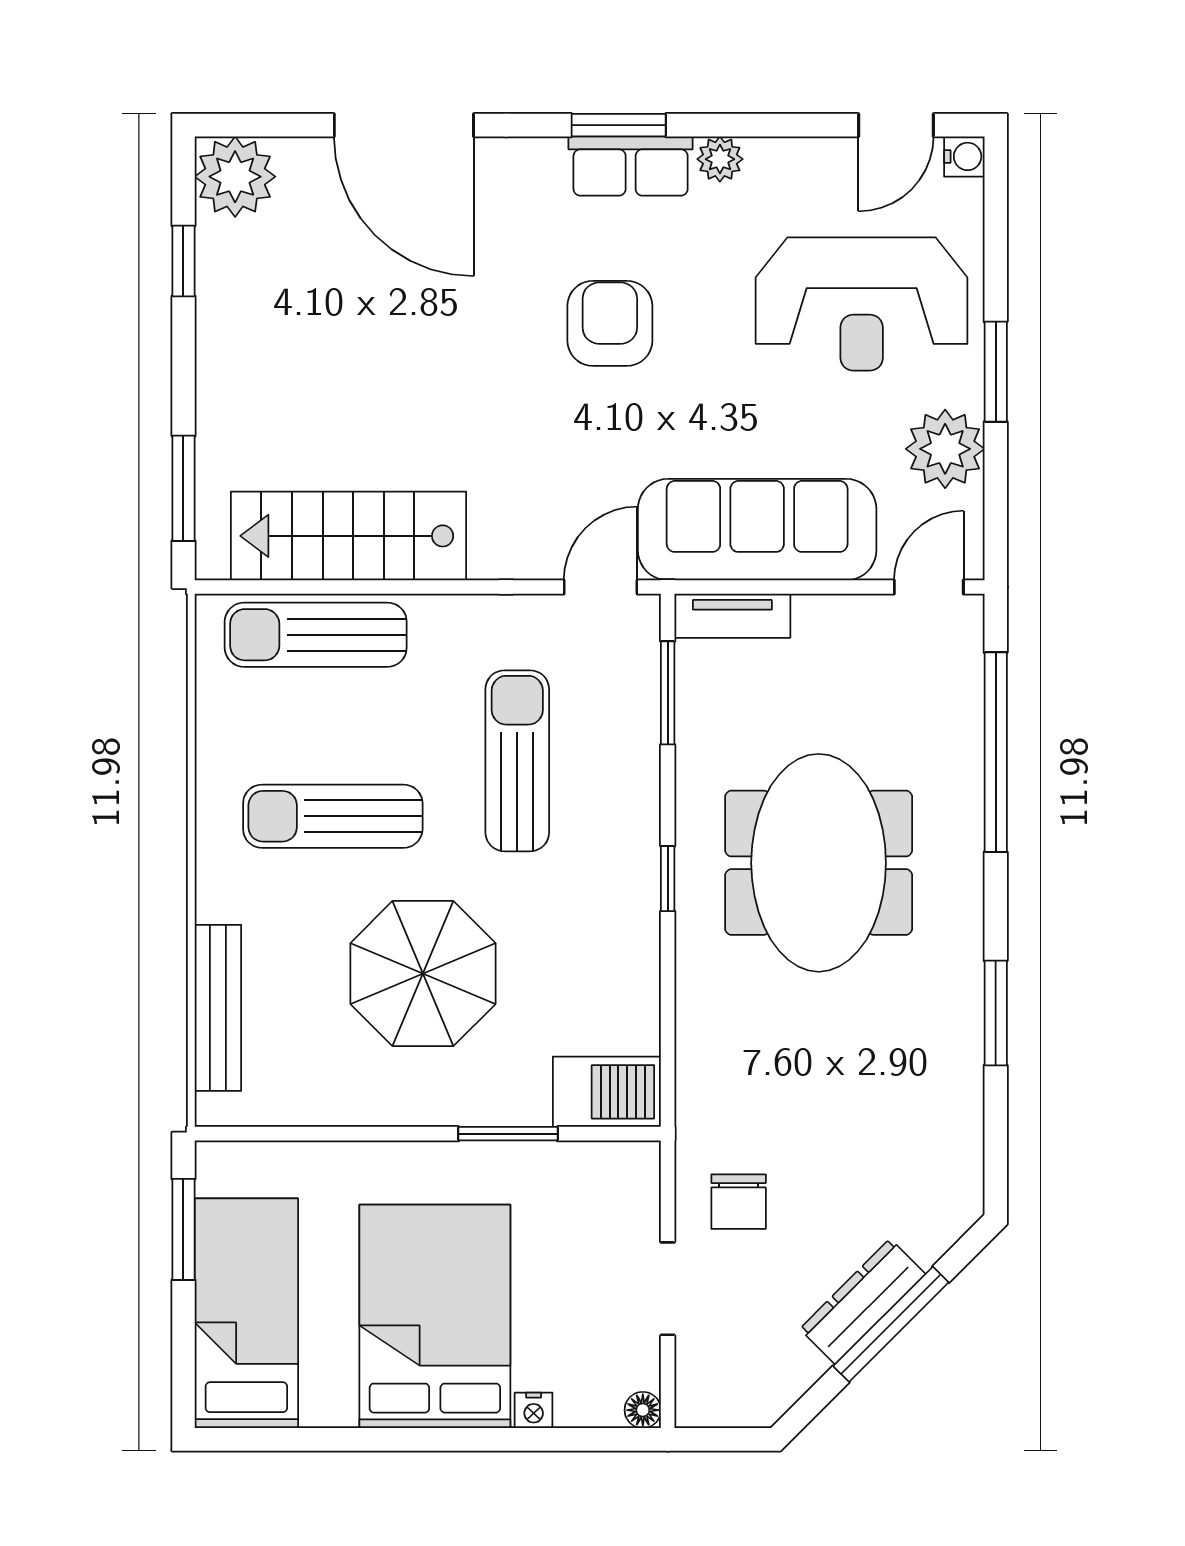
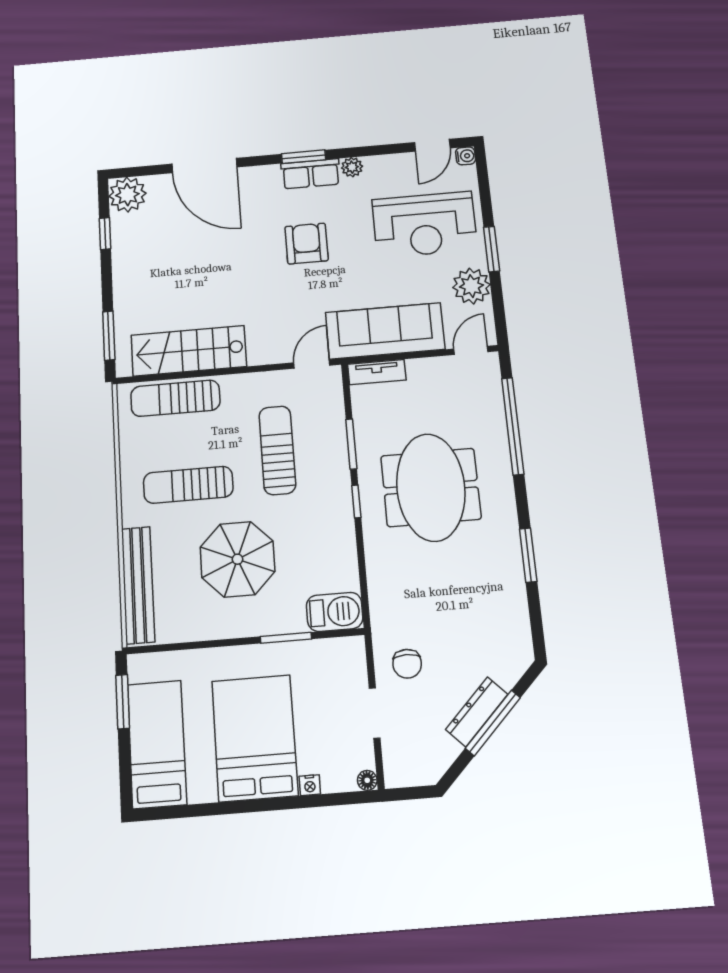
window: (668, 693) -> (351, 444), moved
bench: (218, 1008) -> (138, 585), width x1.37, depth x1.21

